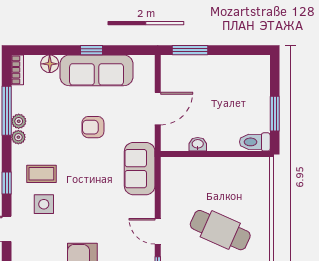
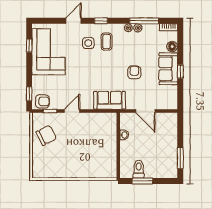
window: (190, 50) -> (180, 158), moved
sofa: (97, 70) -> (168, 69), width x0.73
toilet: (255, 142) -> (139, 169), moved
cafe table: (220, 230) -> (73, 148), removed

